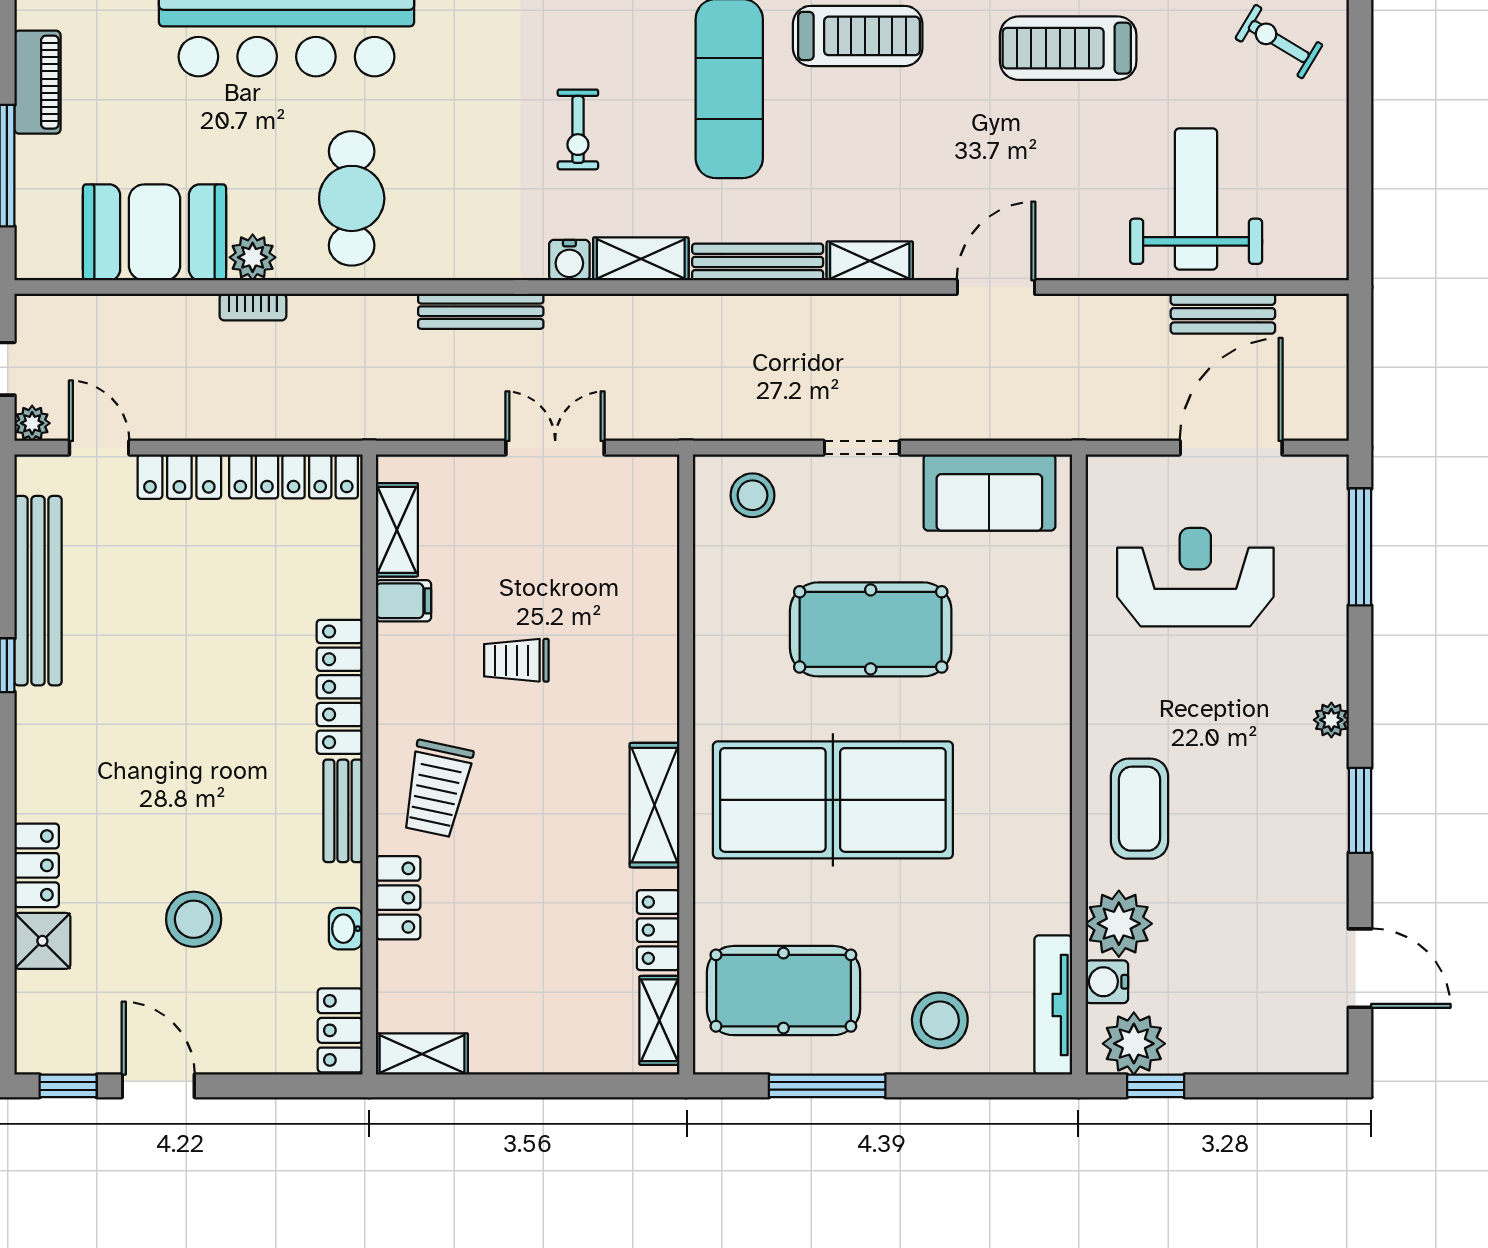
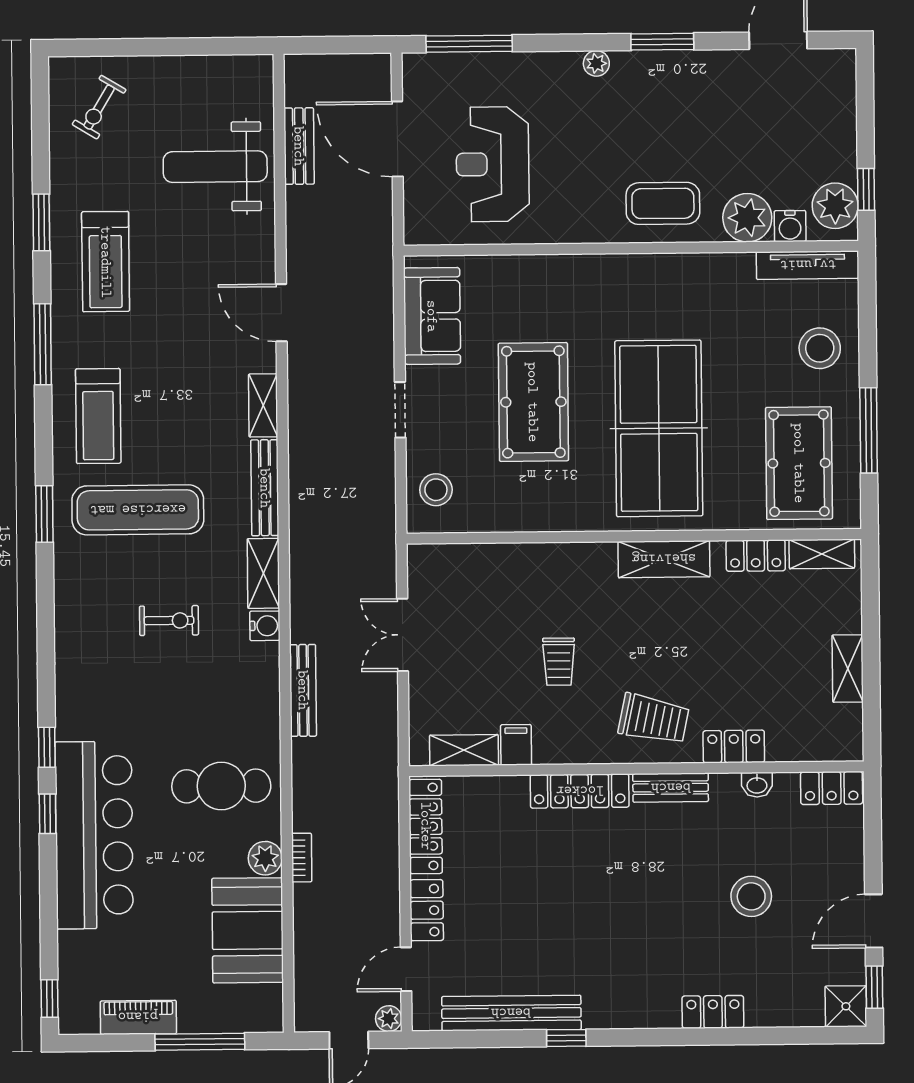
treadmill: (858, 36) -> (98, 416), turned 180
shower: (42, 941) -> (846, 1006), moved
shelving: (422, 1054) -> (848, 668), moved

